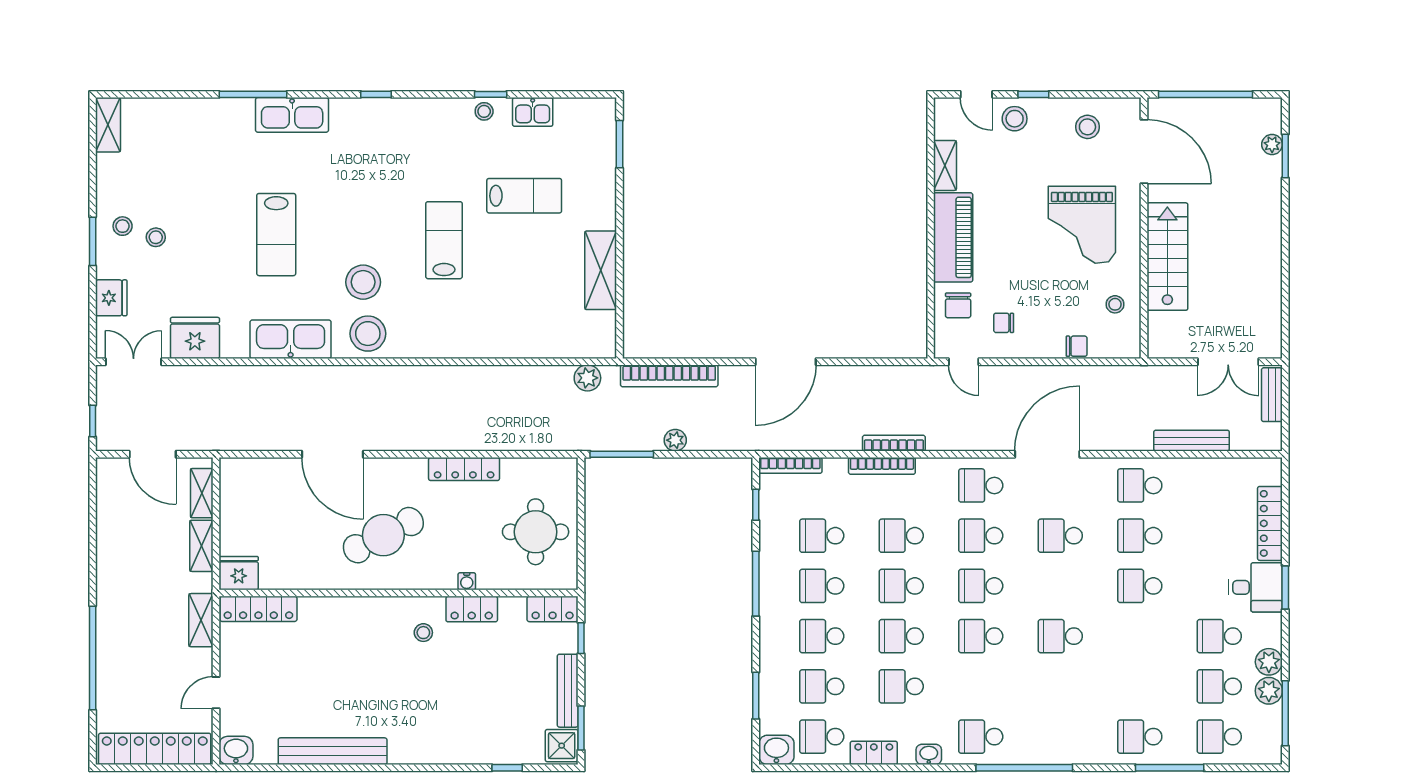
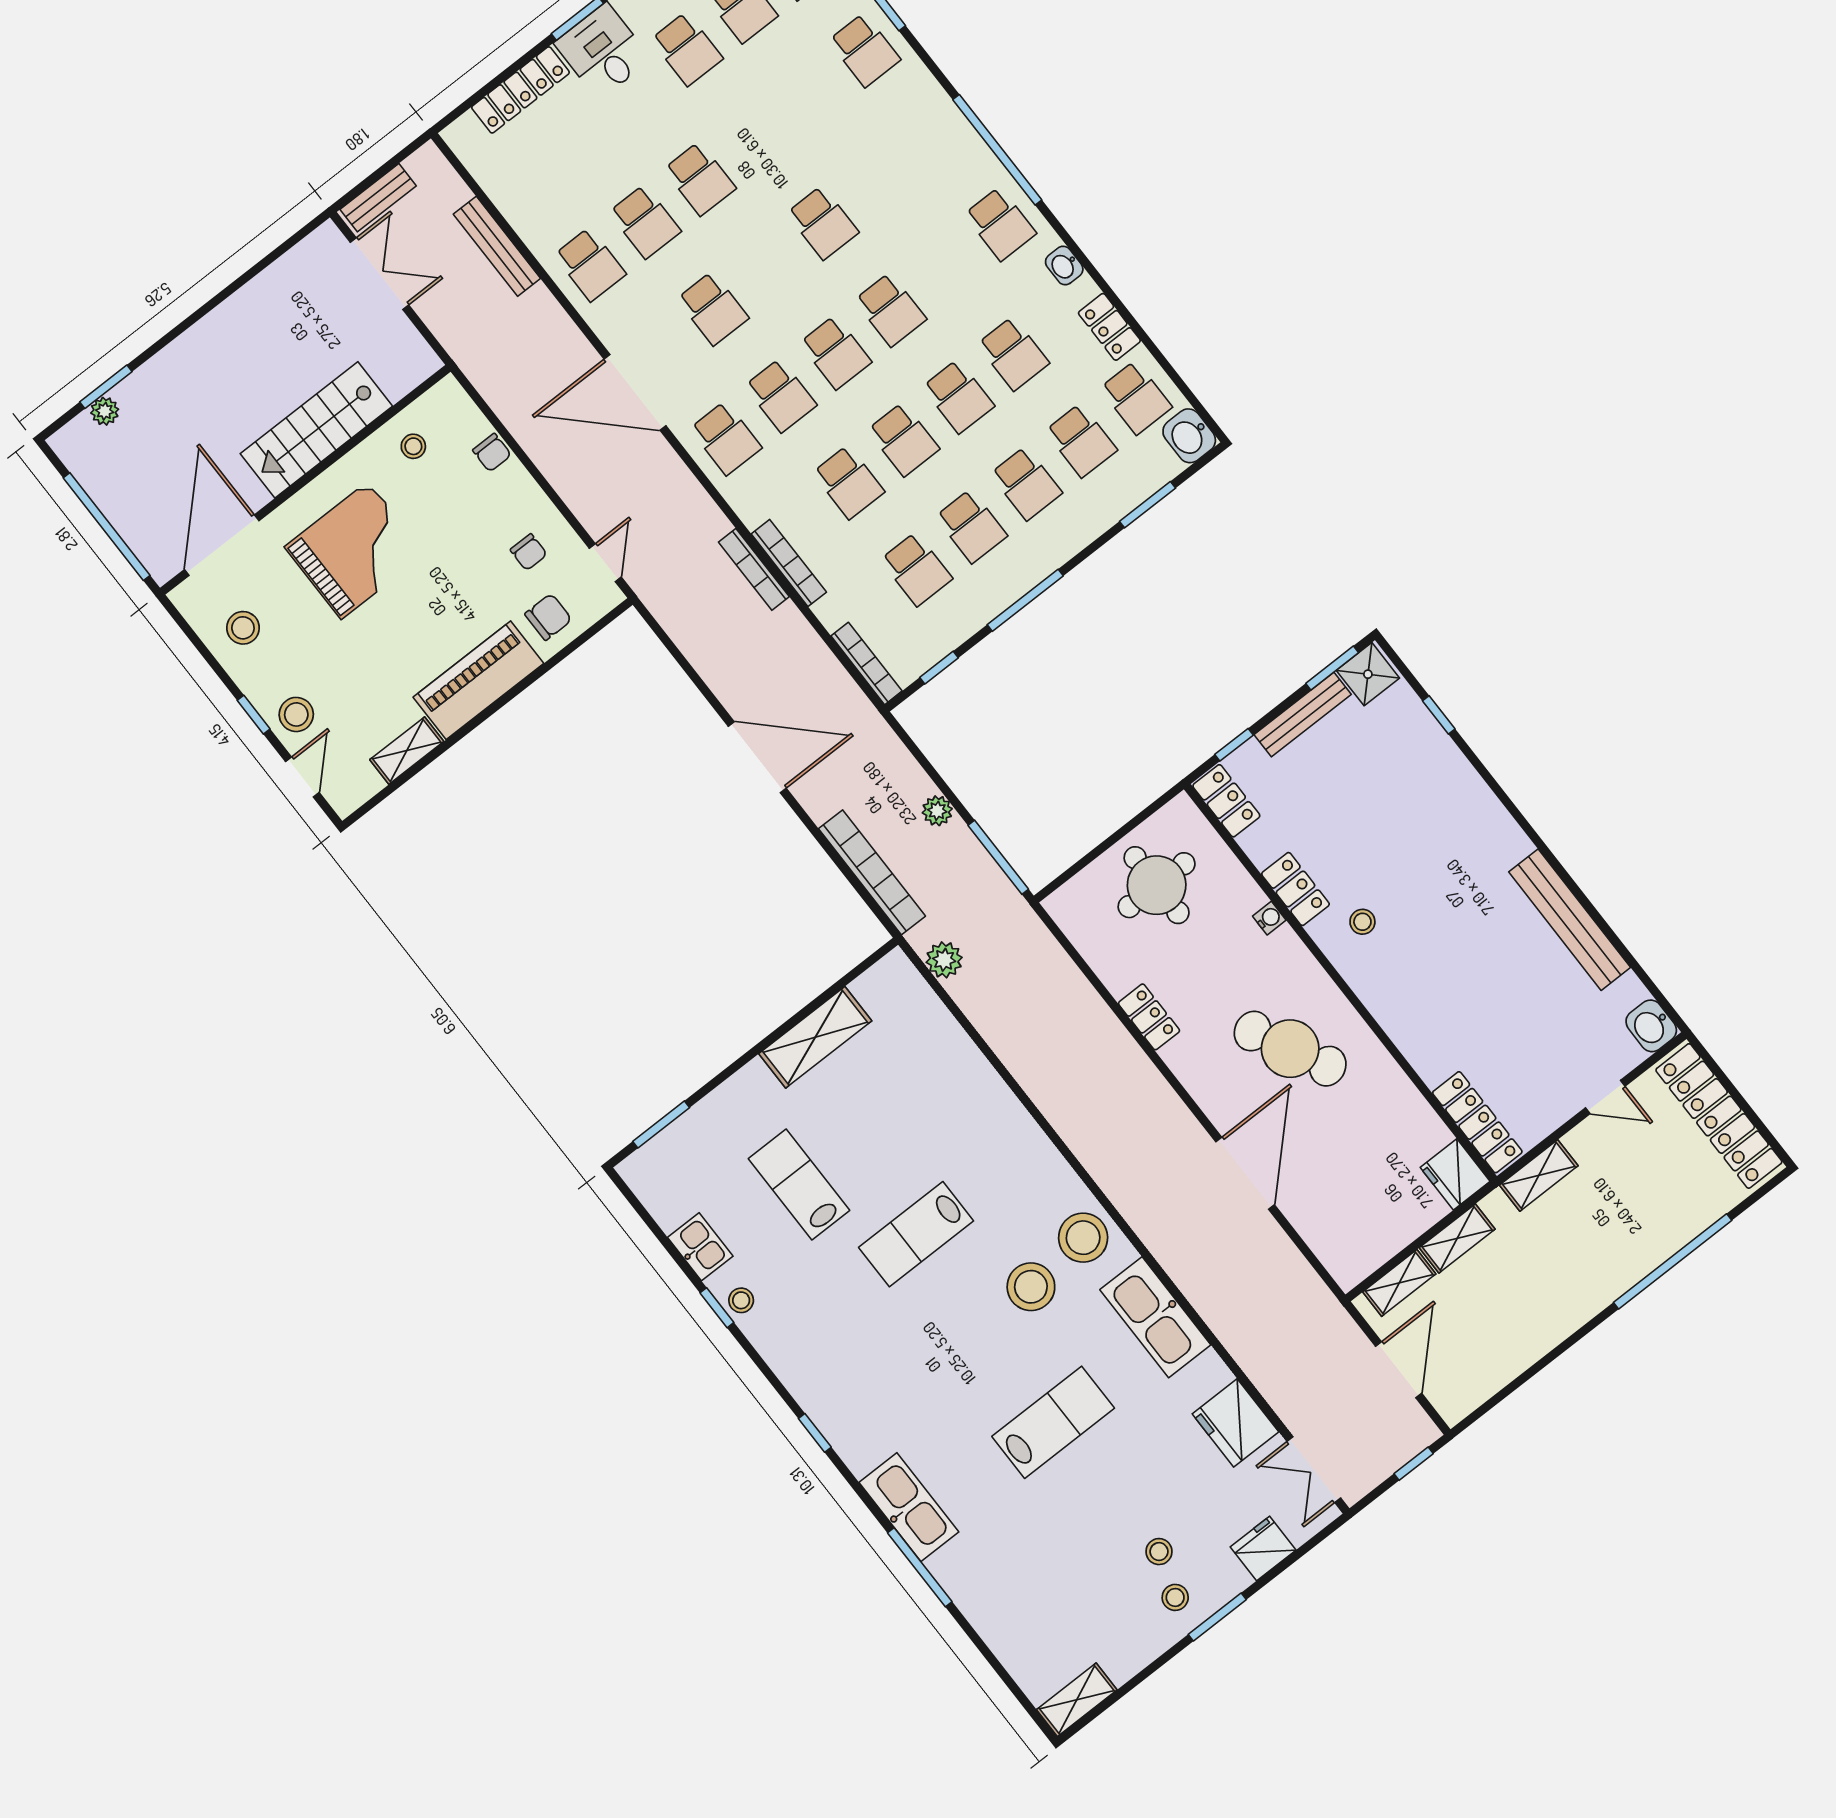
chair: (1077, 346) -> (492, 453), turned 180
locker: (464, 469) -> (1149, 1017), width x0.66

